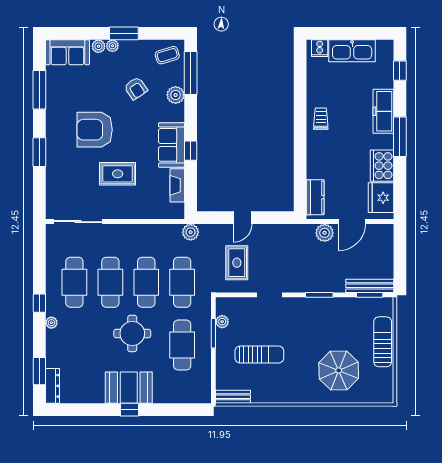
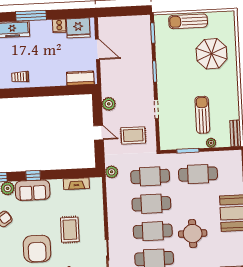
sofa: (172, 145) -> (33, 190), moved
window: (191, 151) -> (33, 176), moved
cooker: (382, 166) -> (59, 26), width x0.53, depth x0.76
plant: (325, 233) -> (109, 104), moved
bench: (370, 286) -> (146, 33), removed
plant: (222, 322) -> (211, 143), moved
round table: (132, 333) -> (193, 234), moved

